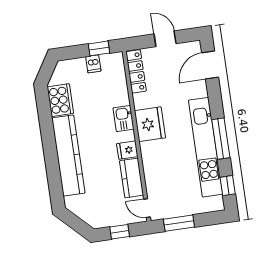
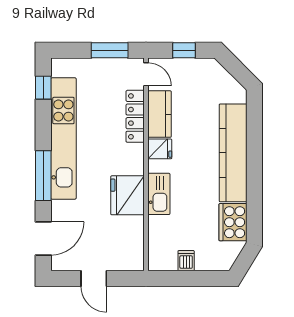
window: (99, 48) -> (176, 278), removed
locker: (136, 71) -> (135, 116), moved
kitchen sink: (124, 119) -> (159, 194), width x1.38
fridge: (150, 124) -> (127, 195), moved
window: (221, 139) -> (43, 176), moved

